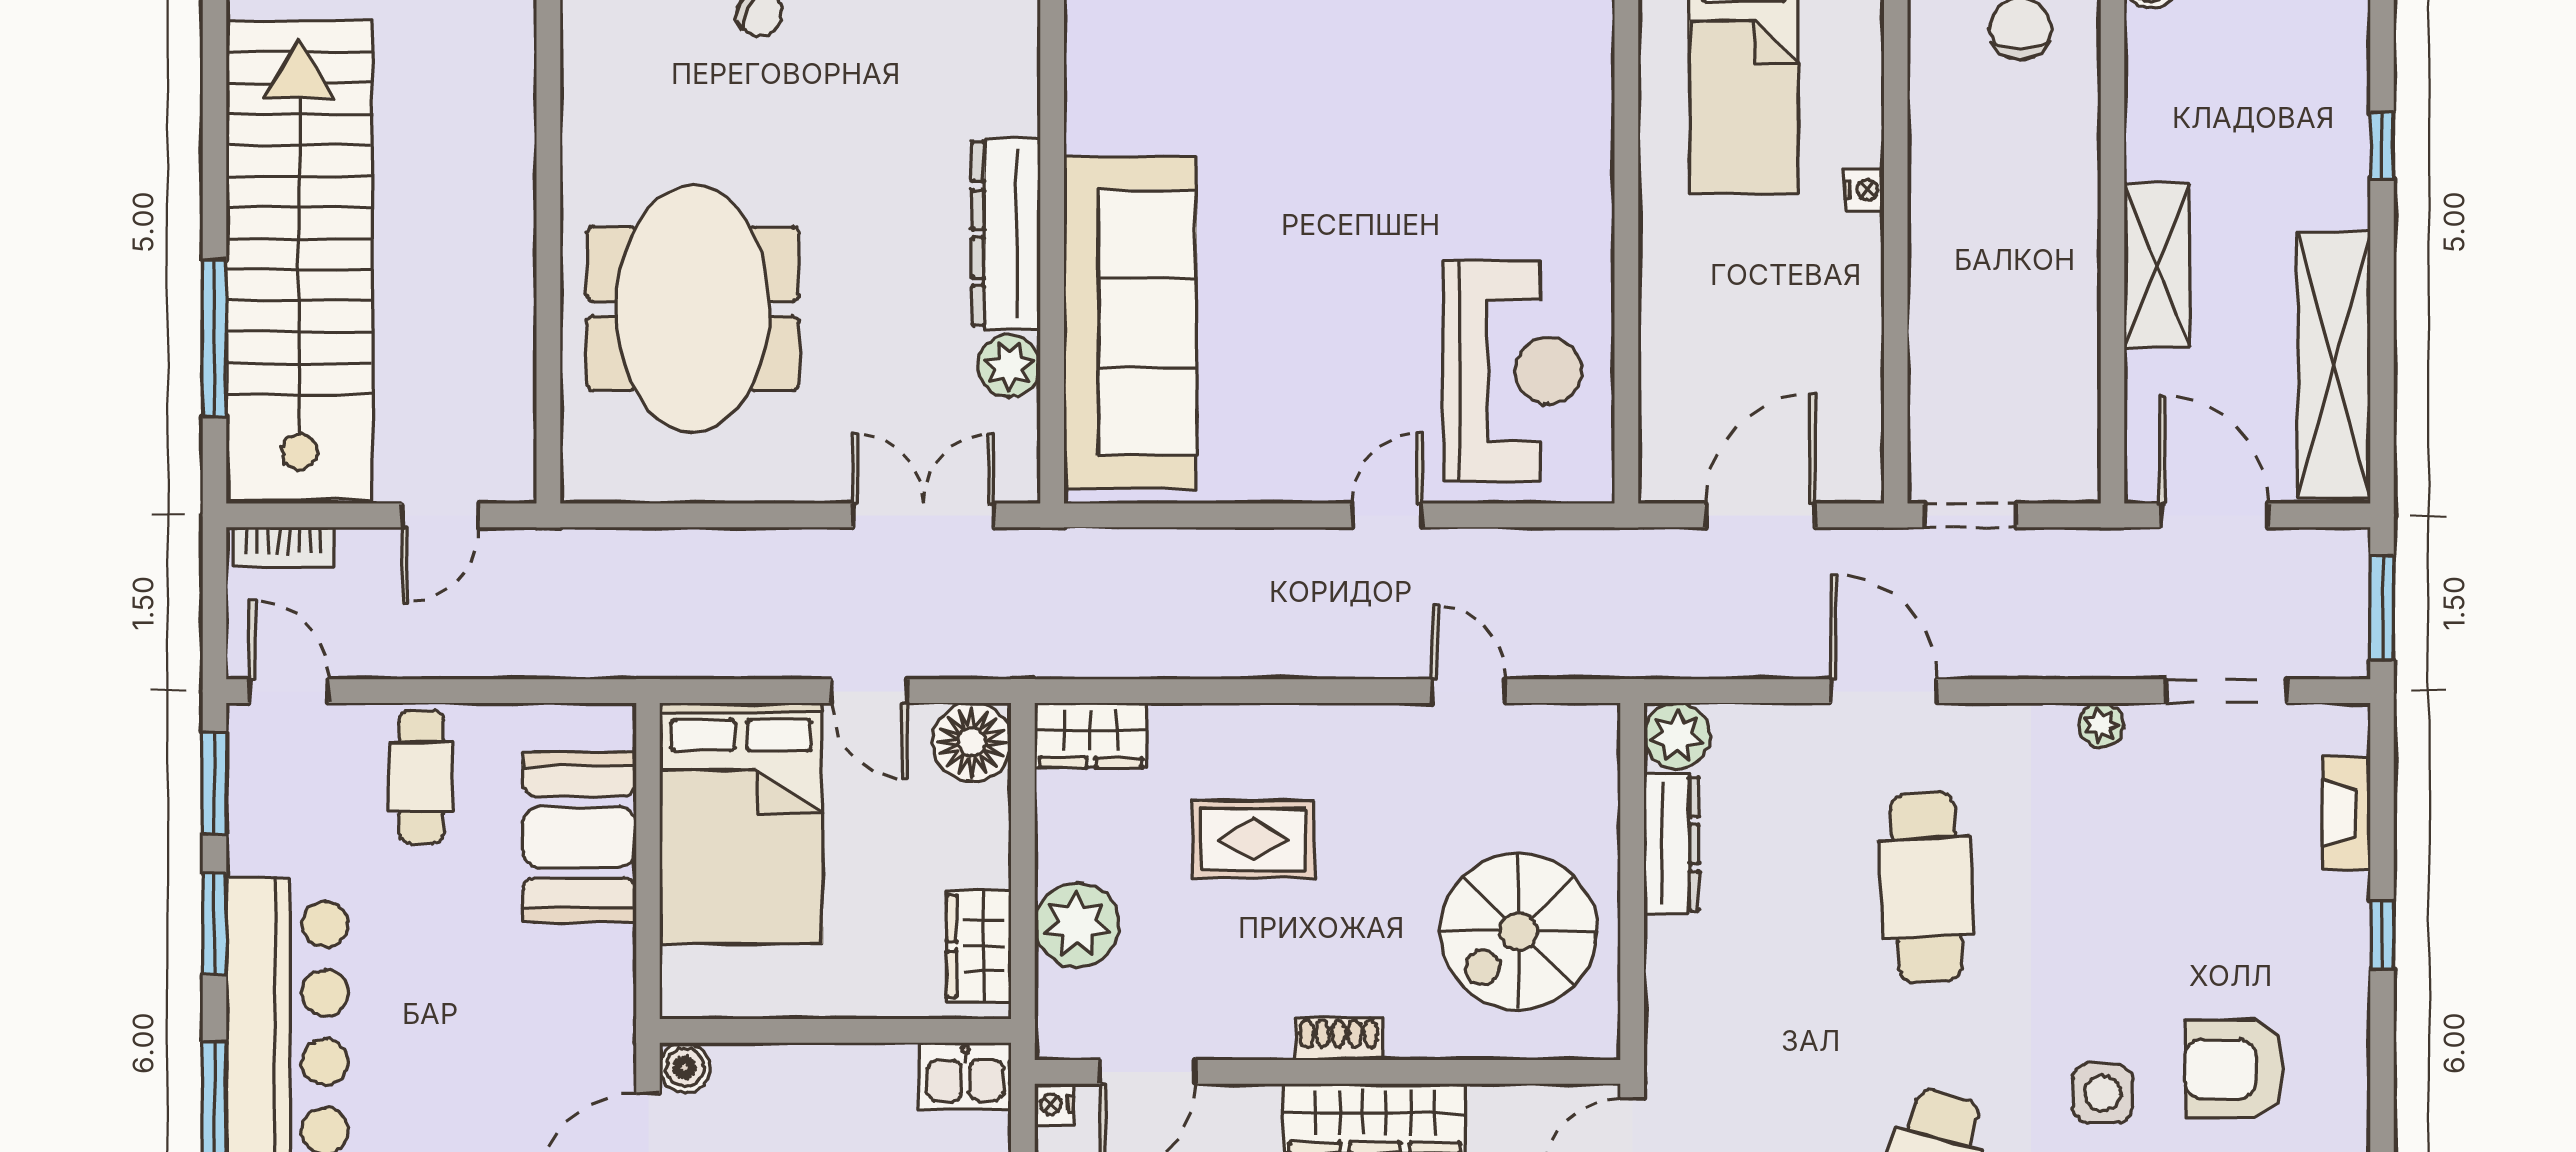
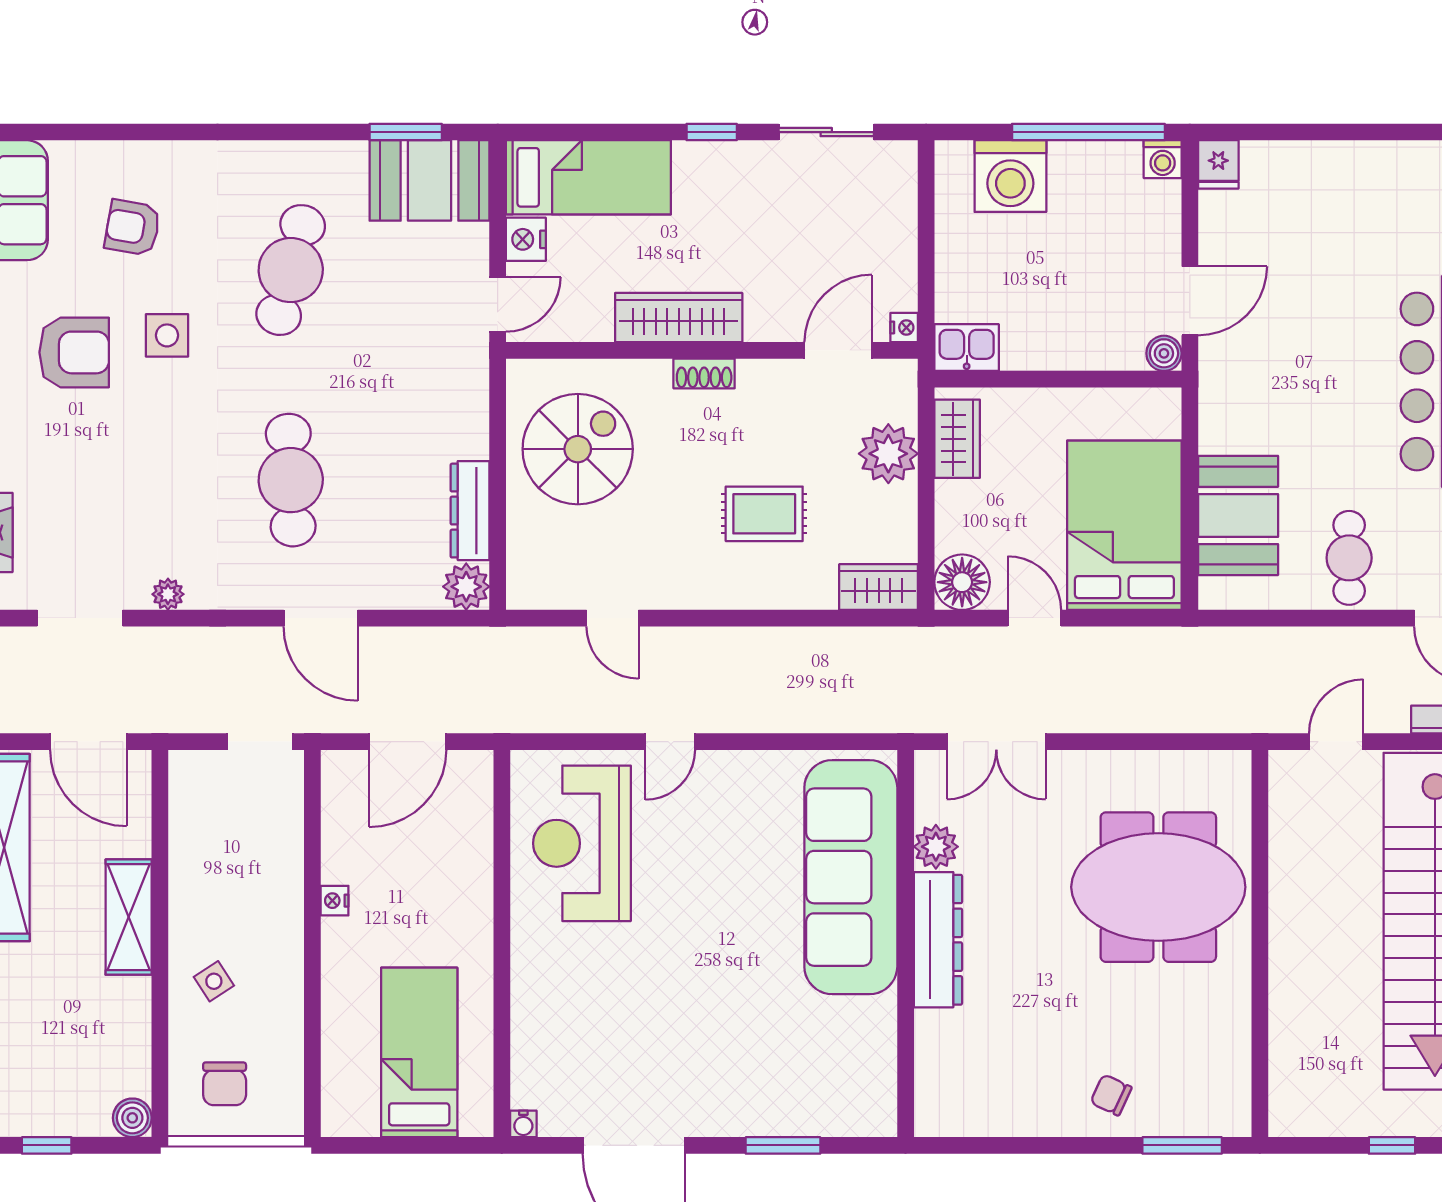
side table: (2036, 175) -> (214, 981), added
nightstand: (1864, 190) -> (335, 901), moved
meeting table: (693, 309) -> (1158, 887), turned 90

